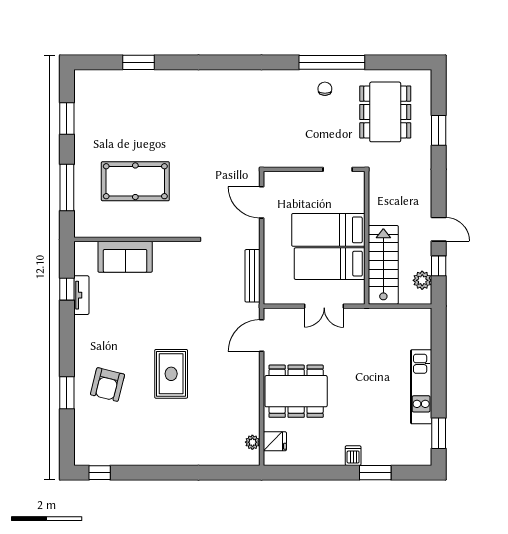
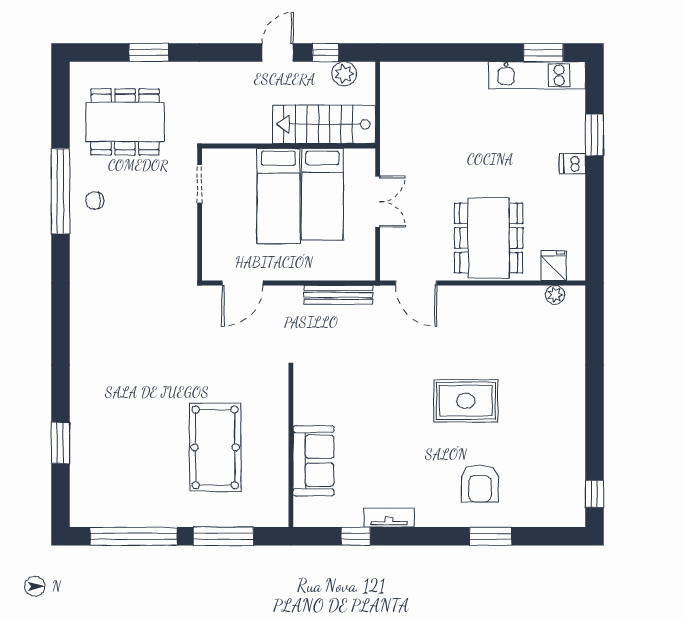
window: (67, 119) -> (134, 536), width x2.11
tv unit: (81, 295) -> (389, 518), moved
armchair: (107, 384) -> (480, 484), turned 76
kitchen unit: (421, 387) -> (537, 75), moved

